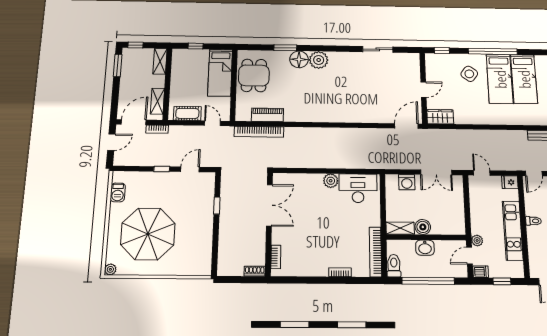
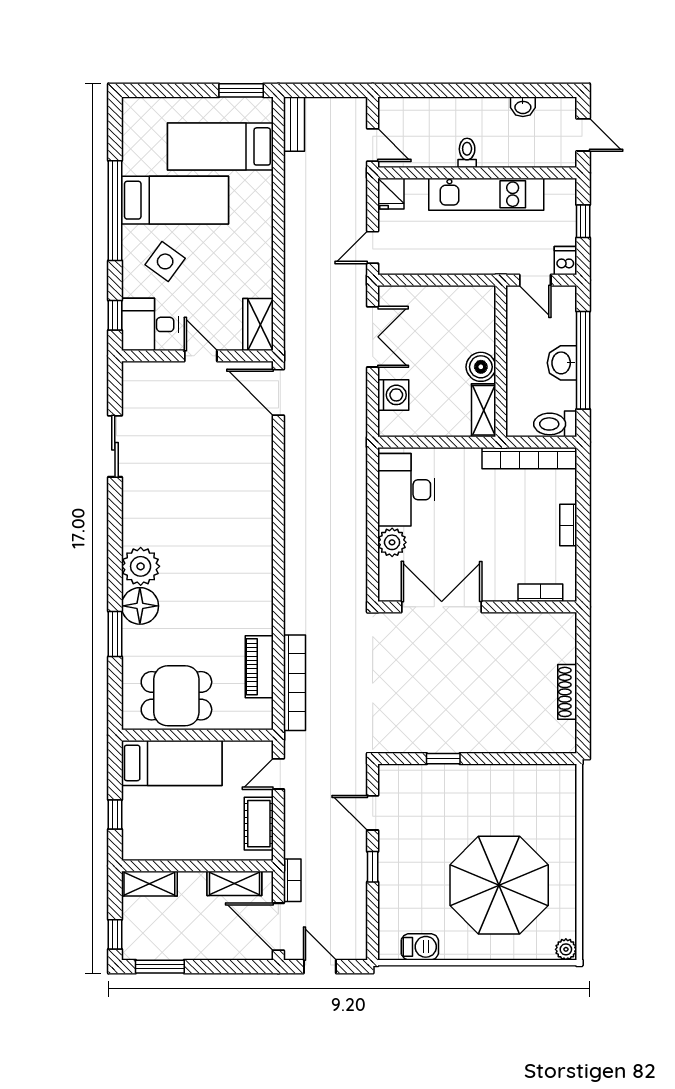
desk: (438, 66) -> (150, 324), added
bed: (524, 79) -> (220, 146), moved, turned 180
double door: (269, 205) -> (442, 607), moved
wall: (269, 224) -> (477, 607), moved
plant: (477, 240) -> (506, 264), removed
washbasin: (425, 248) -> (562, 363), moved, turned 180
bookcase: (276, 257) -> (540, 593), moved
shoe rack: (255, 271) -> (567, 692), width x1.43

